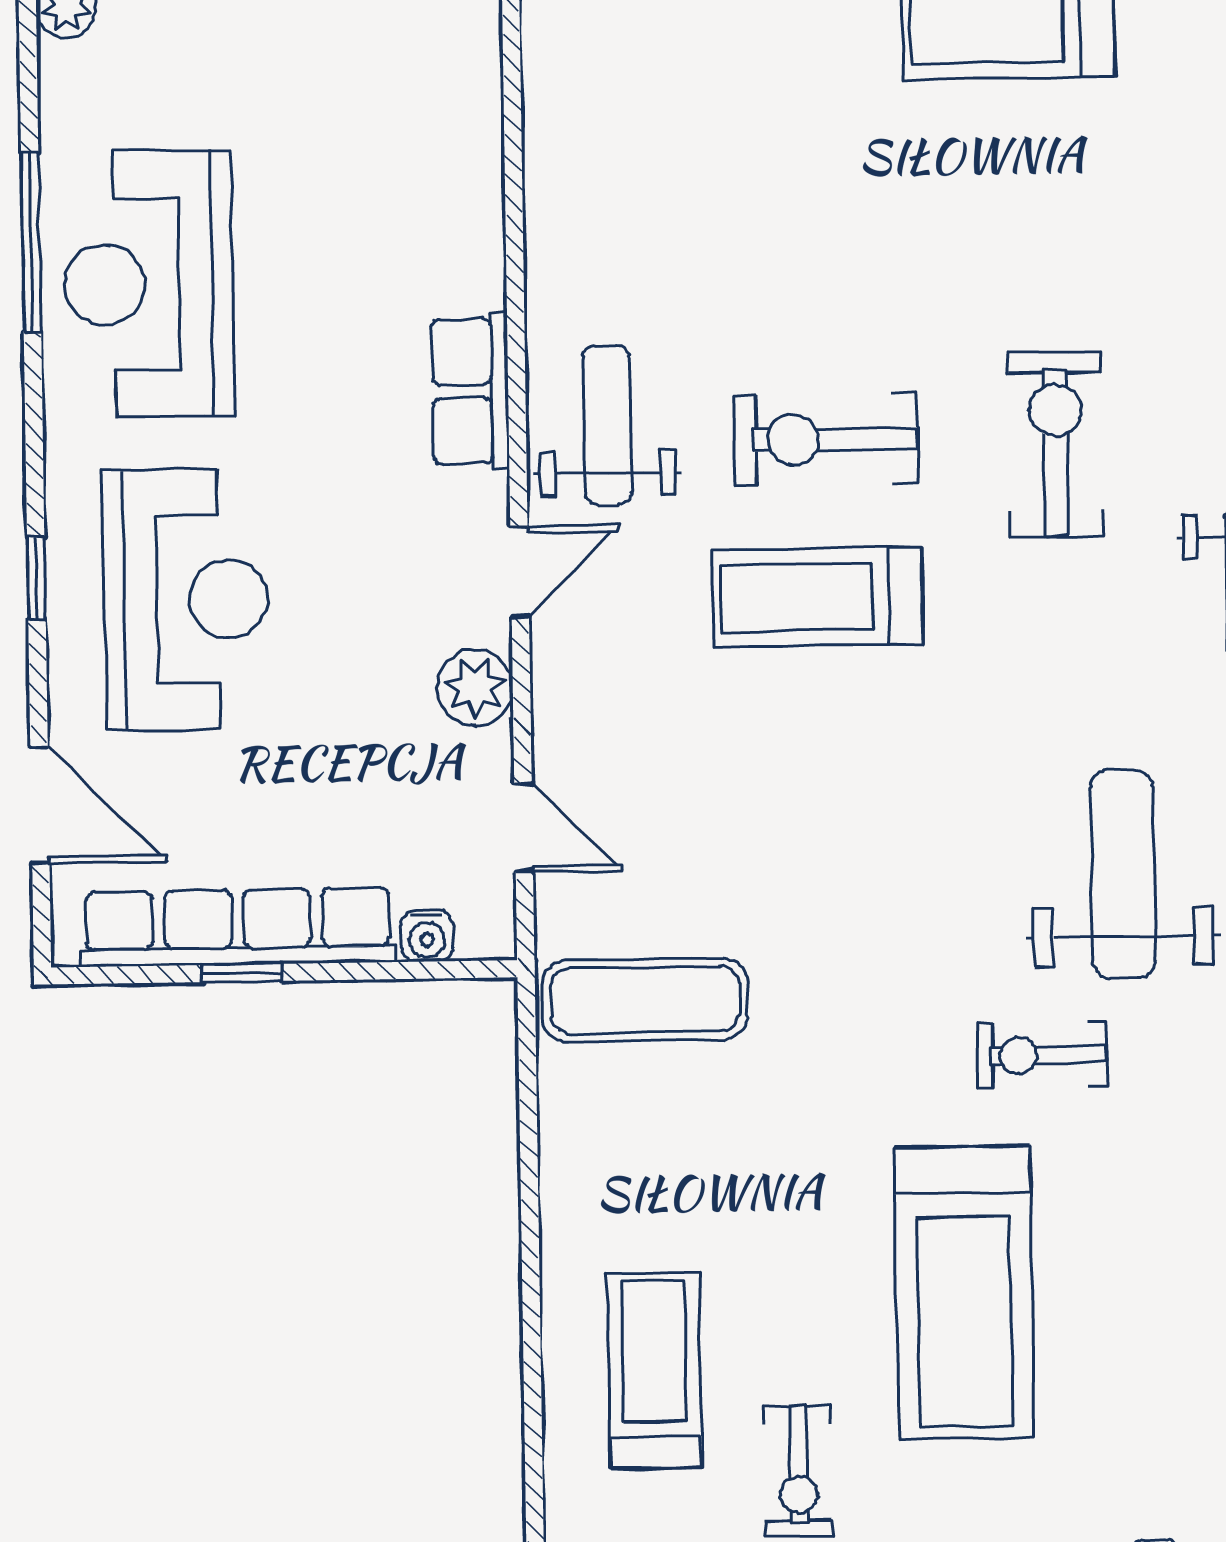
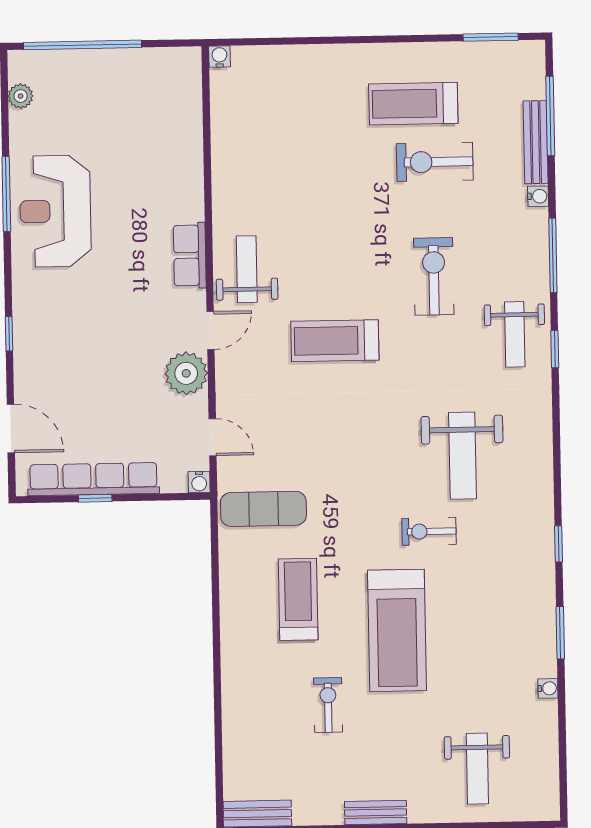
exercise bike: (826, 439) -> (435, 162), moved
reception desk: (186, 599) -> (71, 342), removed
plant: (475, 688) -> (186, 373), width x1.36, depth x1.36
weight bench: (1123, 874) -> (462, 456), turned 180
water cooler: (427, 936) -> (199, 482), moved
treadmill: (655, 1370) -> (298, 599), moved
exercise bike: (799, 1471) -> (328, 705), turned 180

